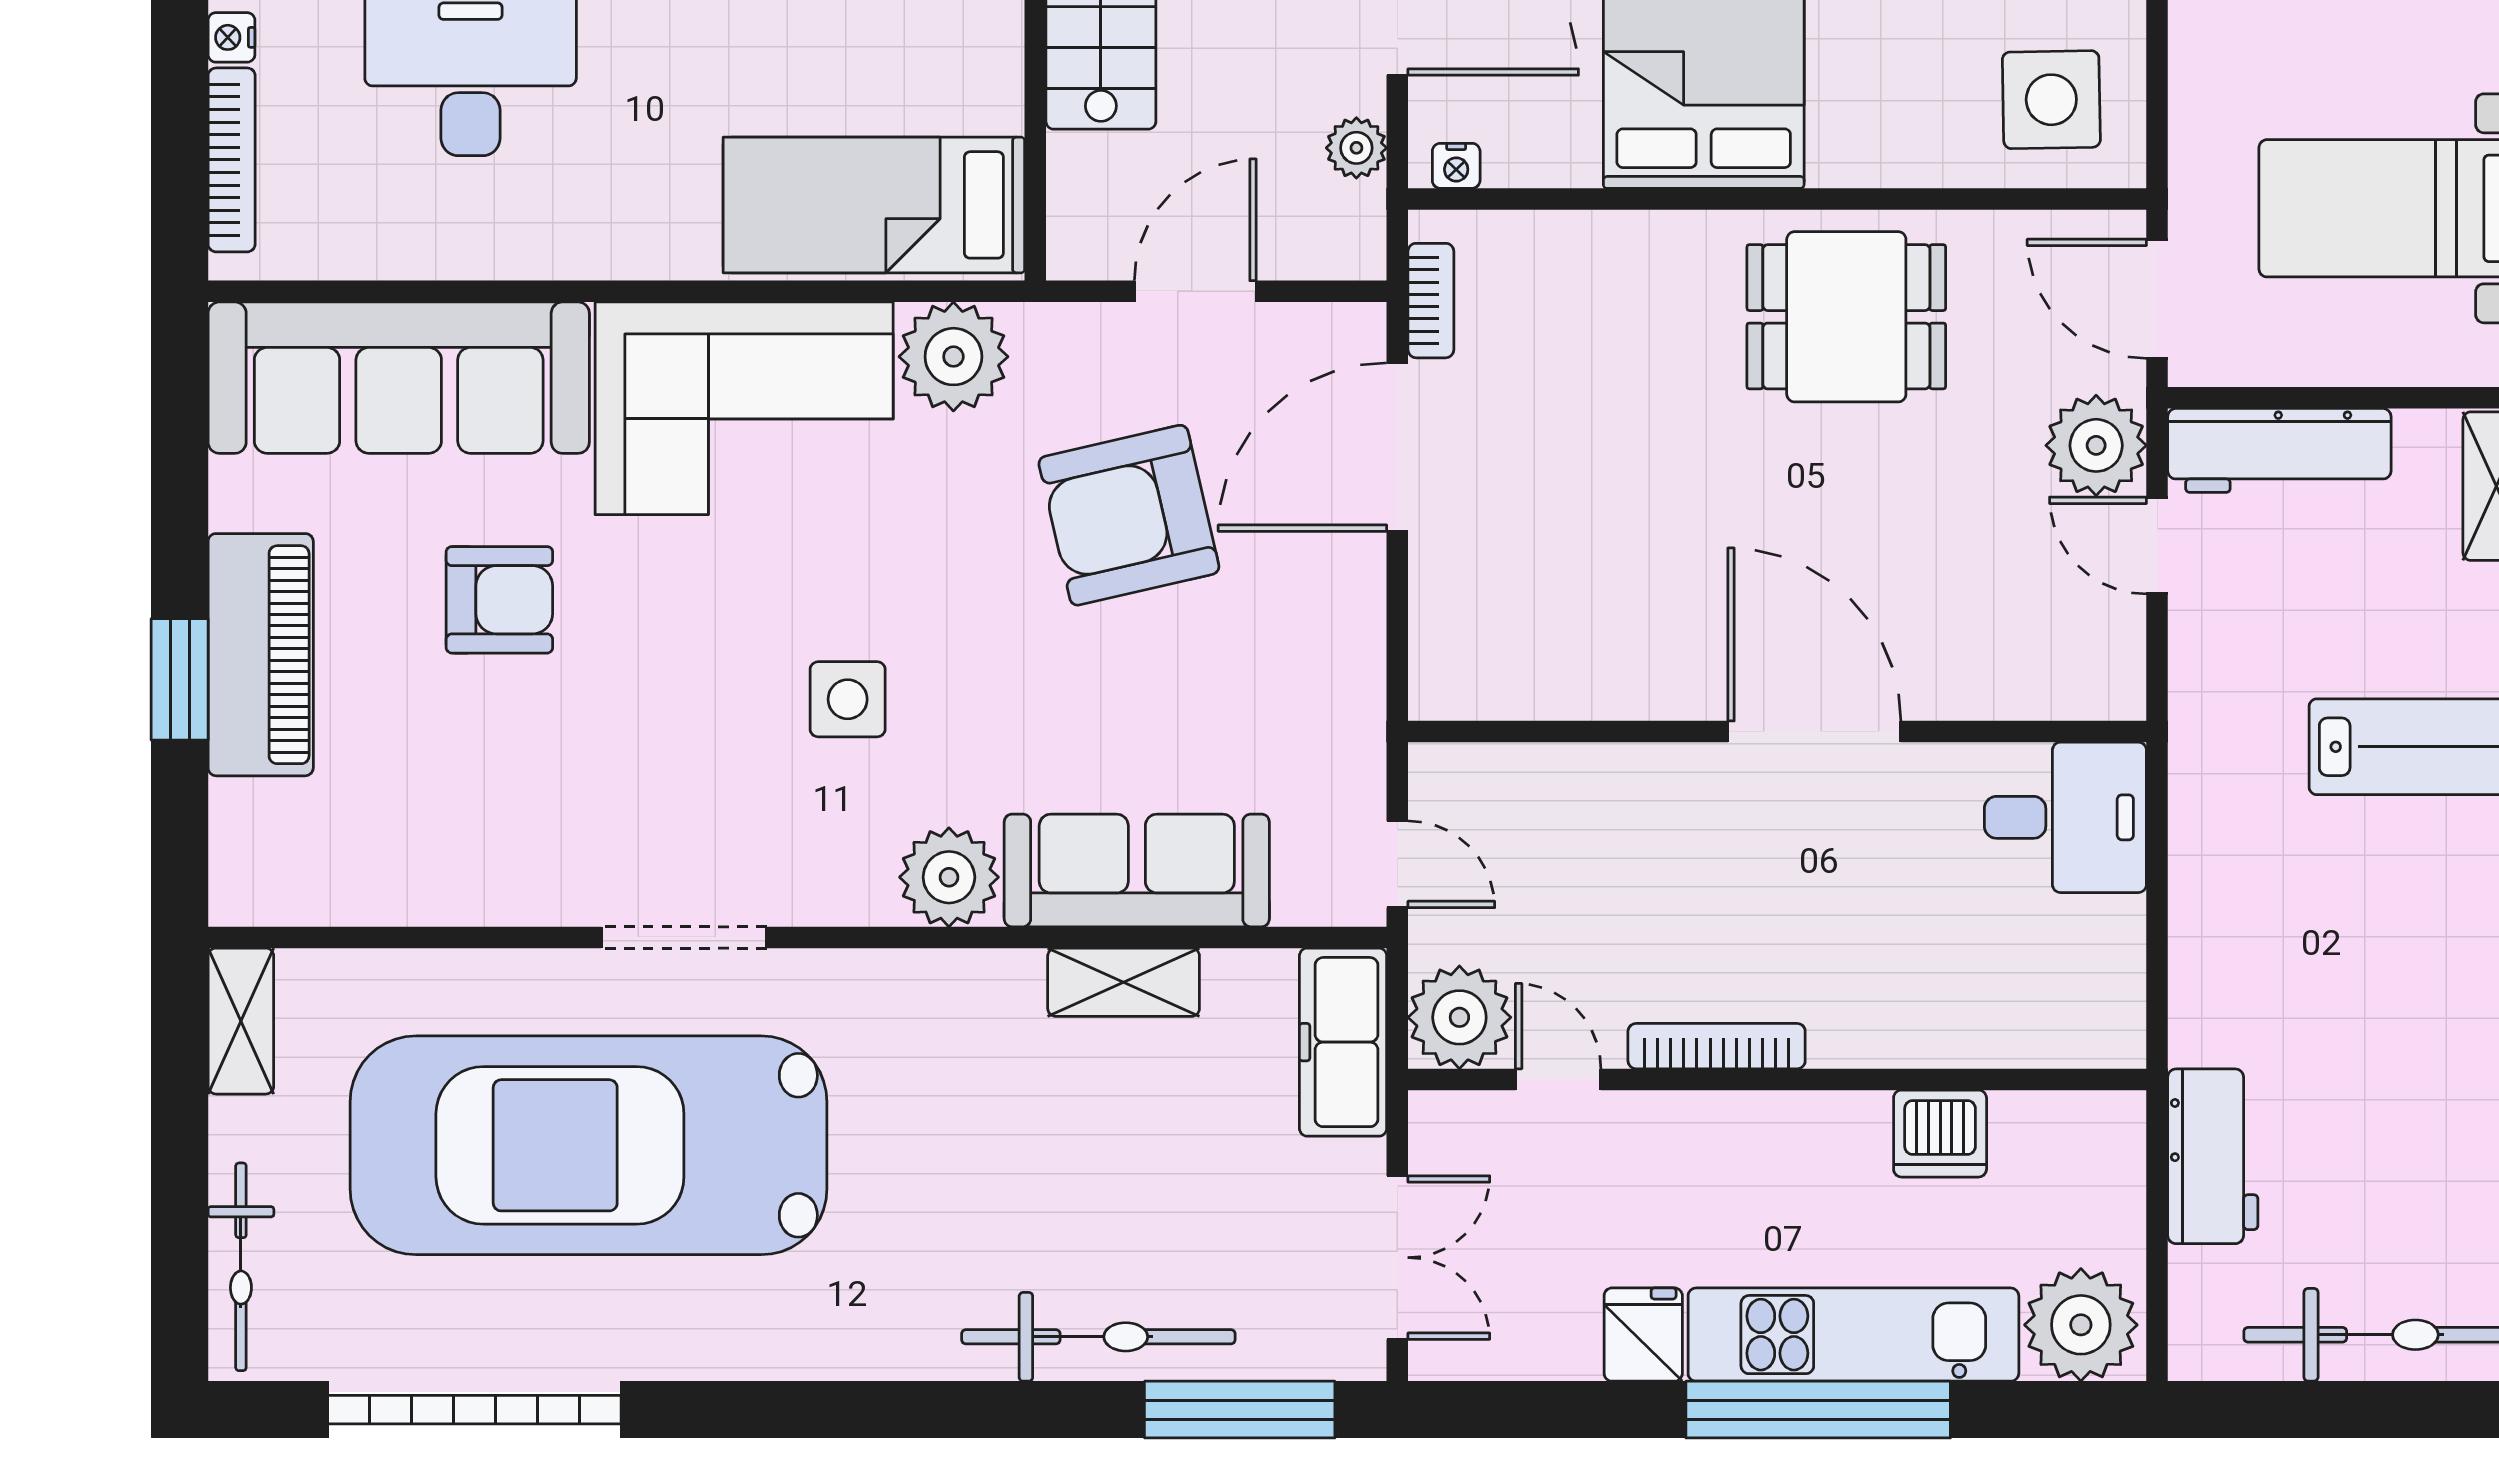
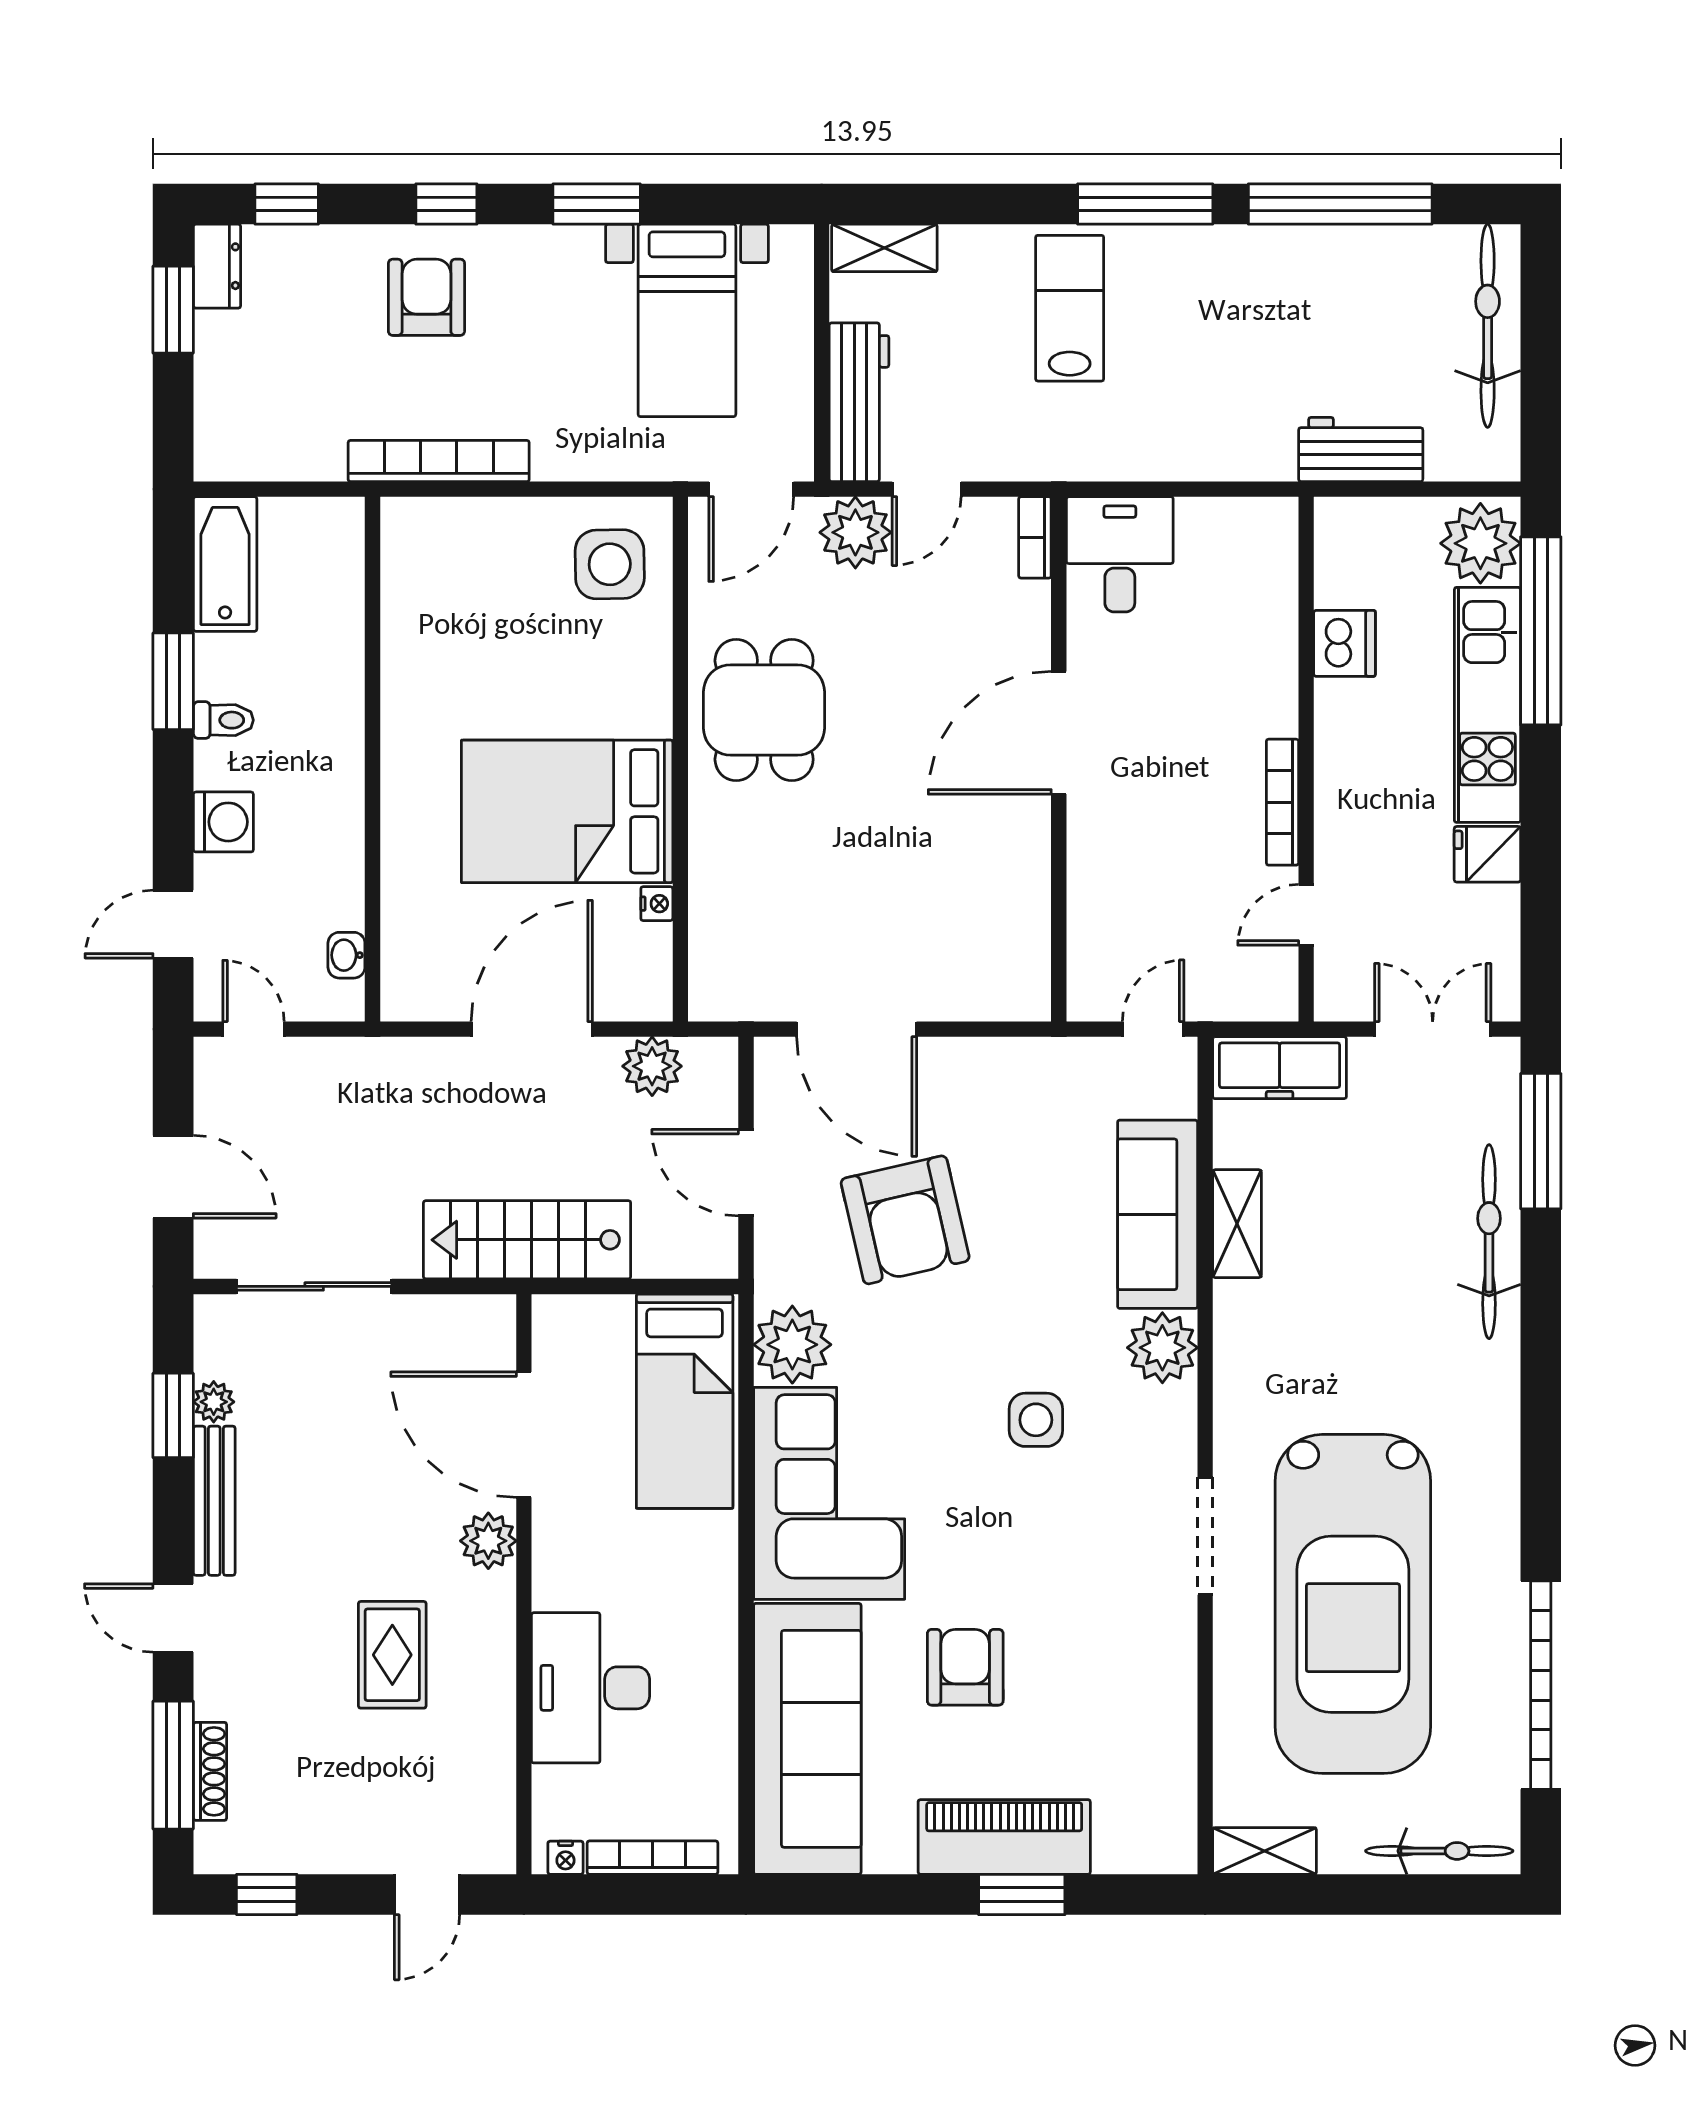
plant: (1356, 148) -> (652, 1066), width x1.38, depth x1.38
nightstand: (1456, 166) -> (657, 904), moved
bookcase: (1431, 301) -> (1035, 537), moved, turned -90
plant: (1459, 1017) -> (1262, 985), removed
window: (1818, 1410) -> (1541, 631), moved

